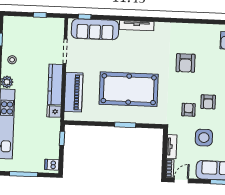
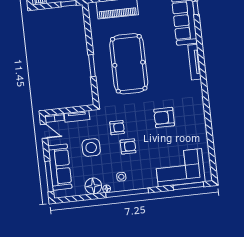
armchair: (208, 102) -> (128, 146), turned 180

